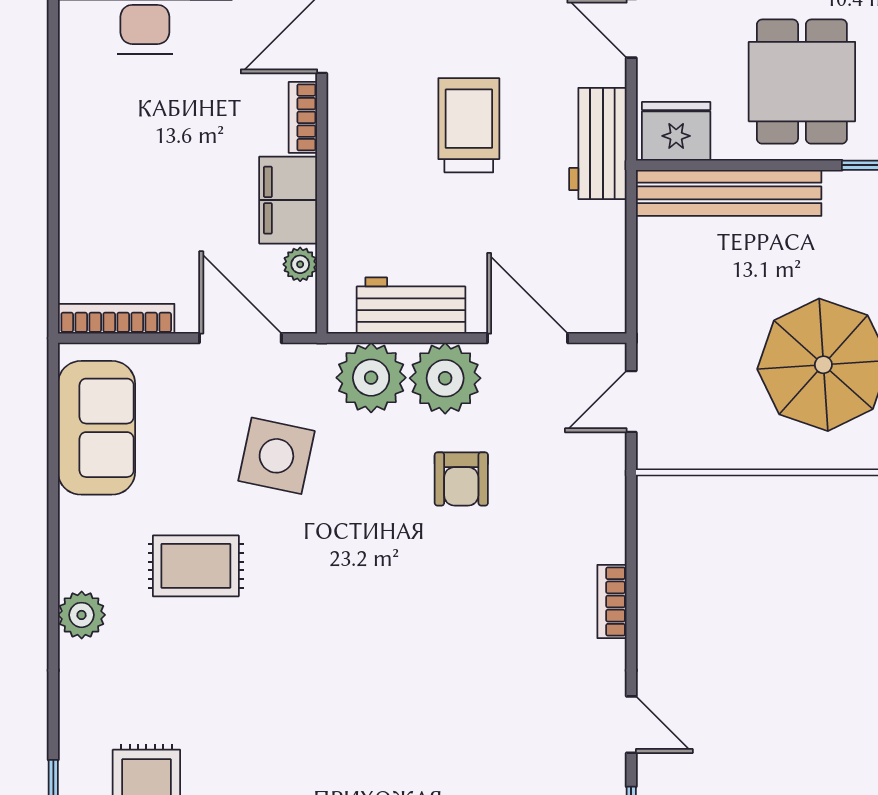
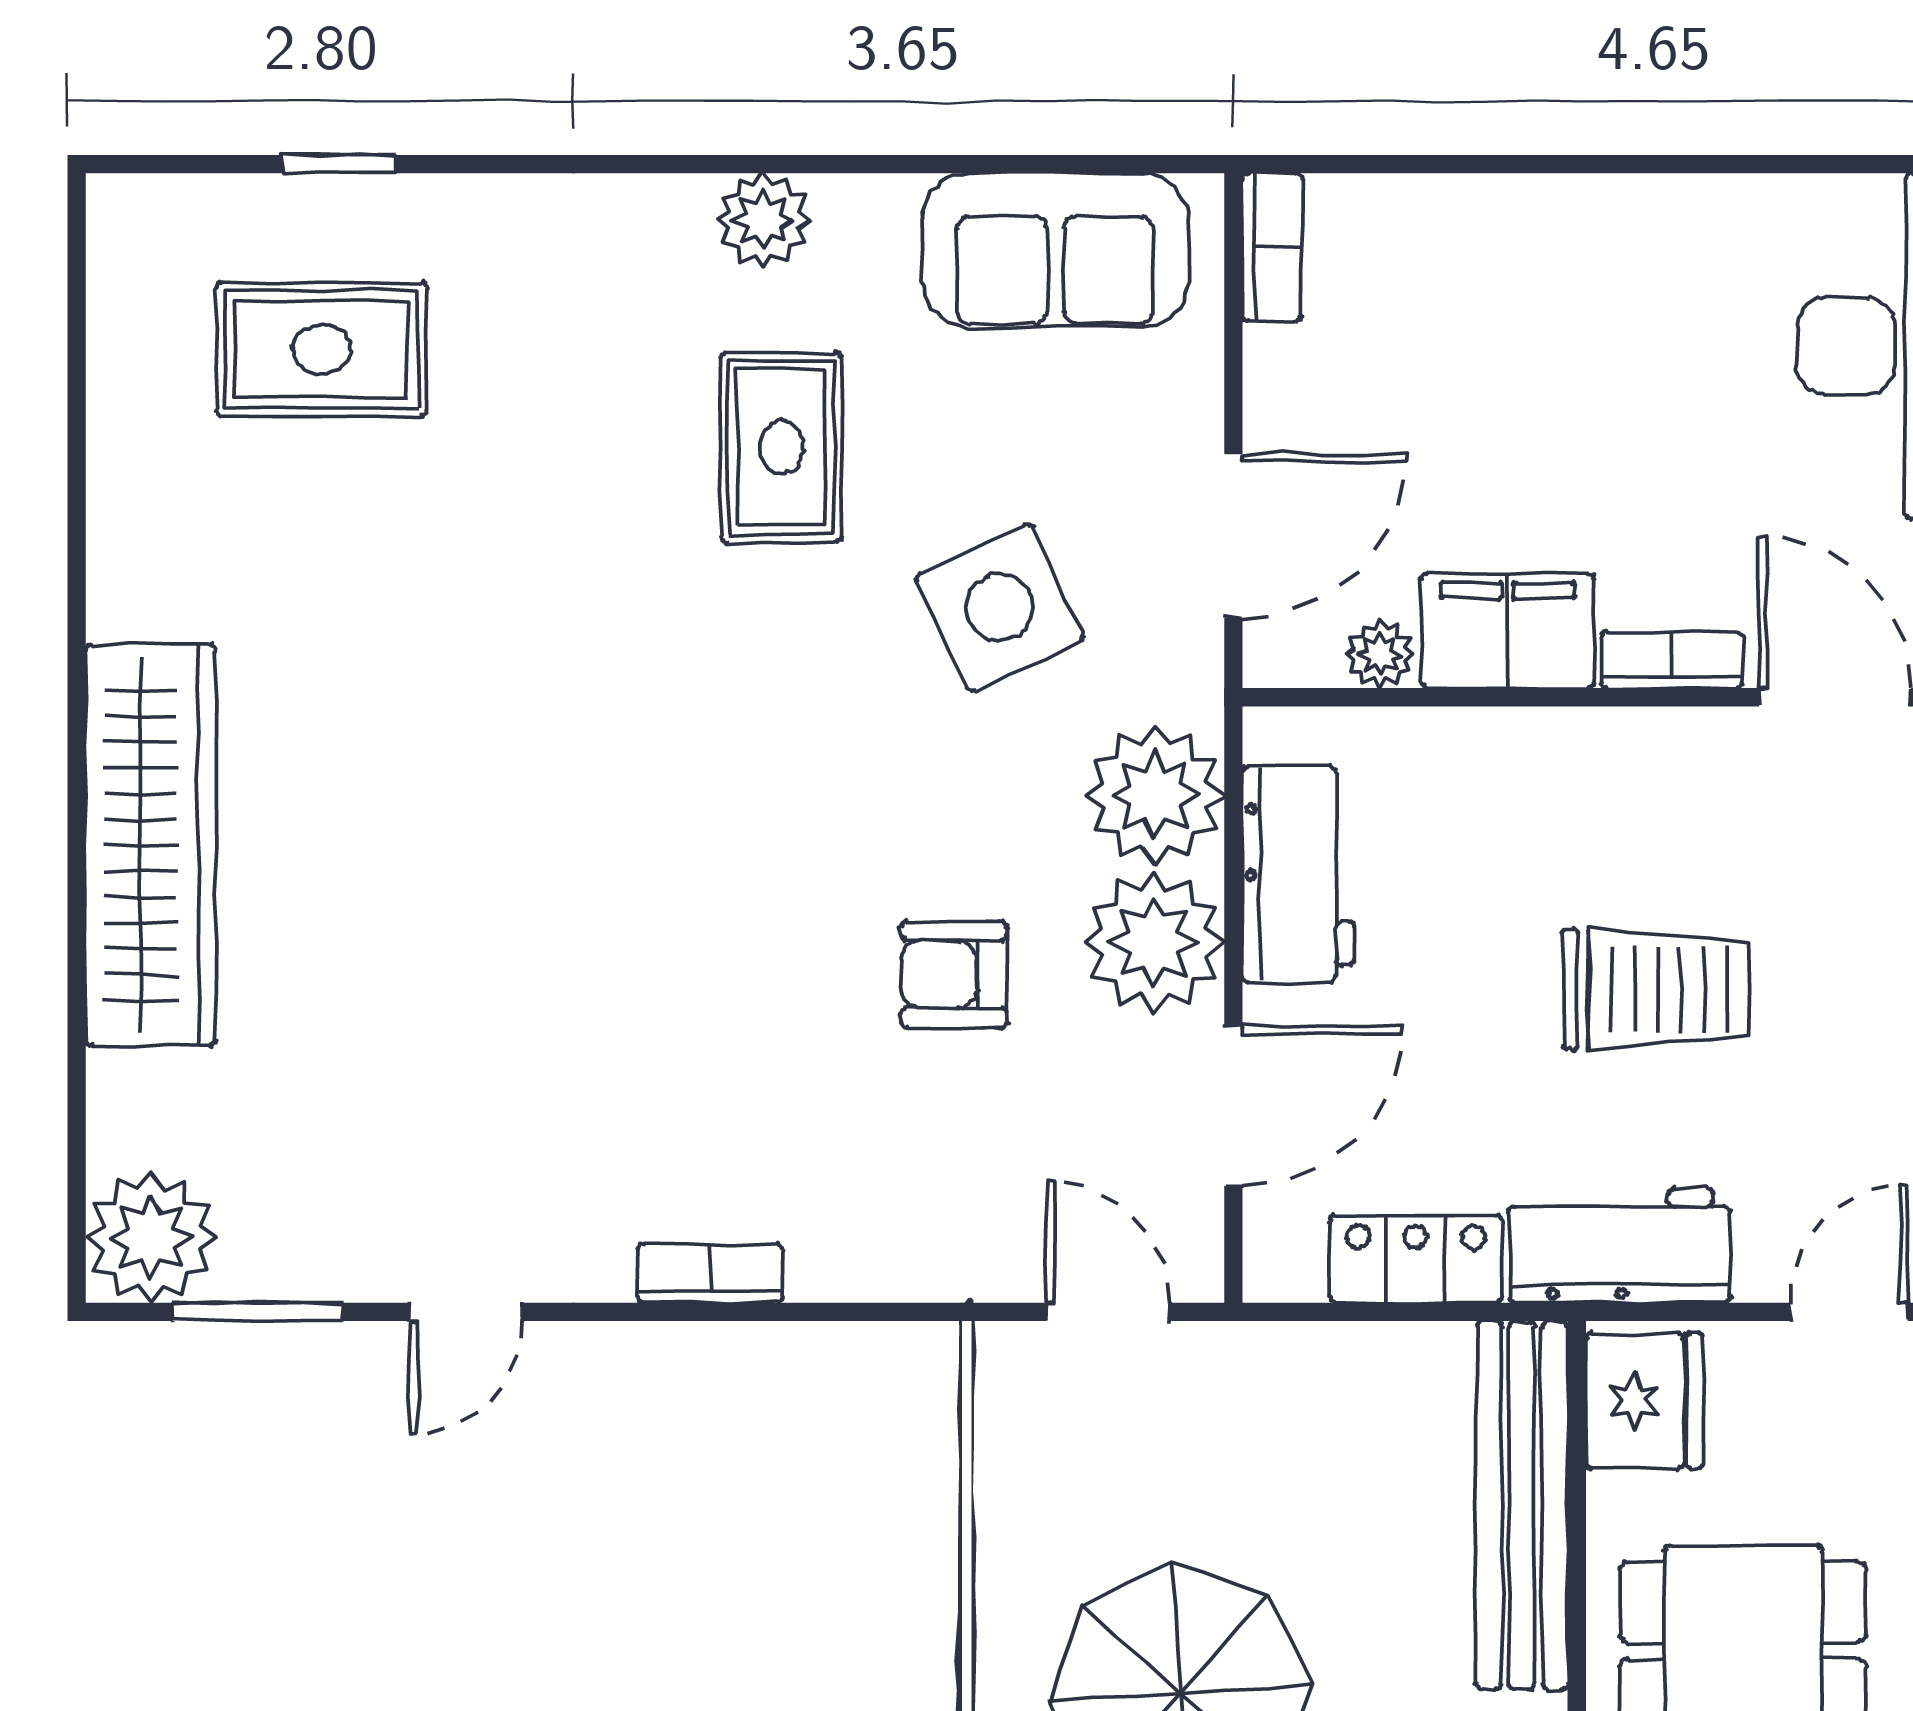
locker: (605, 246) -> (1416, 1259), added
bookcase: (116, 319) -> (1272, 247), width x0.64
side table: (276, 456) -> (1000, 607), turned -37
plant: (82, 615) -> (763, 220), moved

